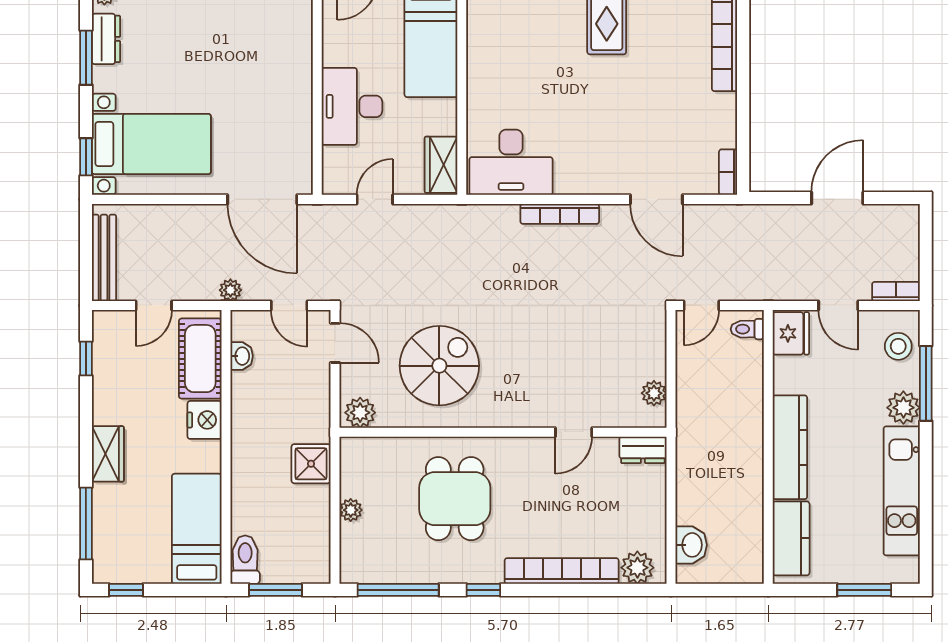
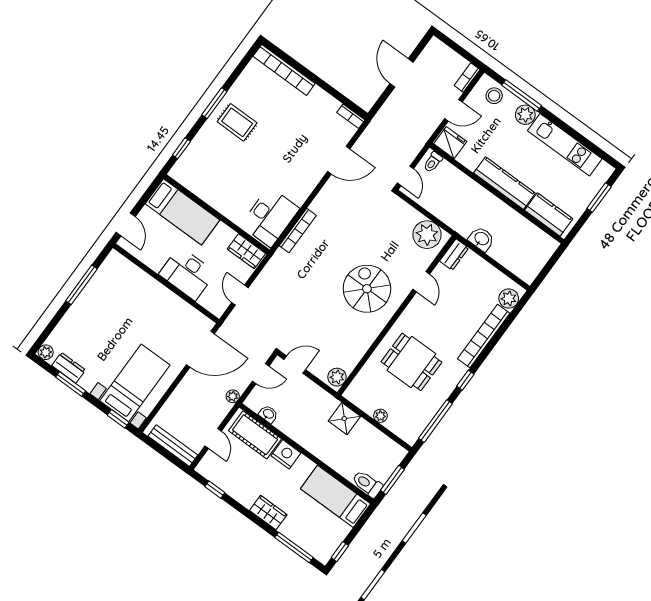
bookcase: (560, 214) -> (298, 231), moved
spiral stairs: (439, 366) -> (367, 289), moved
plant: (654, 393) -> (427, 235), width x1.87, depth x1.87
washbasin: (691, 545) -> (481, 239), moved

